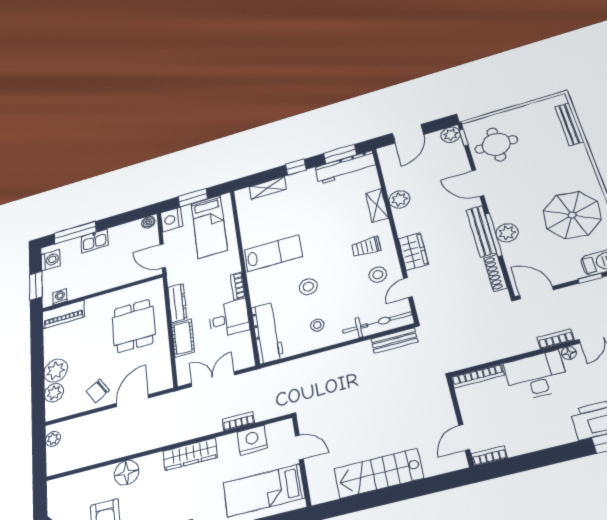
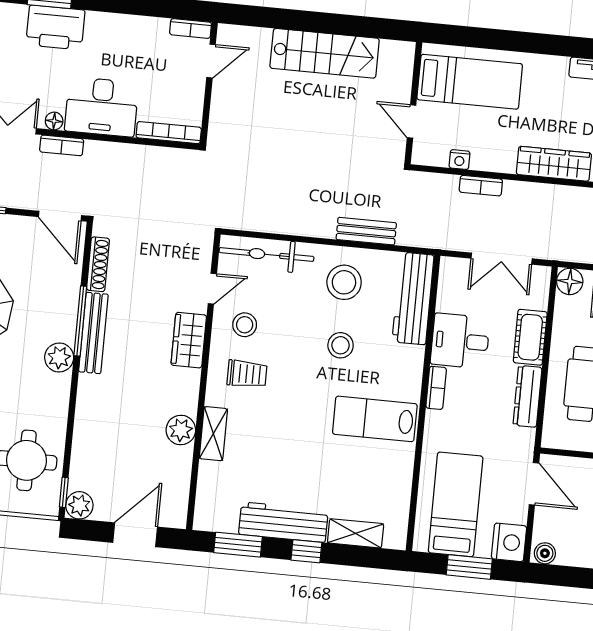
workbench: (345, 167) -> (283, 522), moved
door: (478, 183) -> (72, 409), removed
plant: (507, 233) -> (59, 358), moved
stool: (317, 325) -> (344, 282), width x1.89, depth x1.89
bench: (394, 341) -> (366, 231), moved
floor lamp: (164, 381) -> (570, 281), added
nightstand: (252, 440) -> (459, 160), width x0.53, depth x0.56

